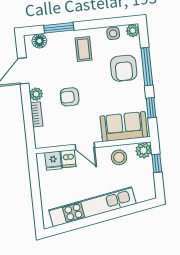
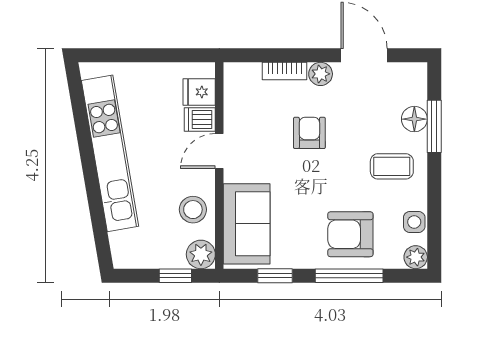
floor lamp: (39, 41) -> (414, 119), moved

